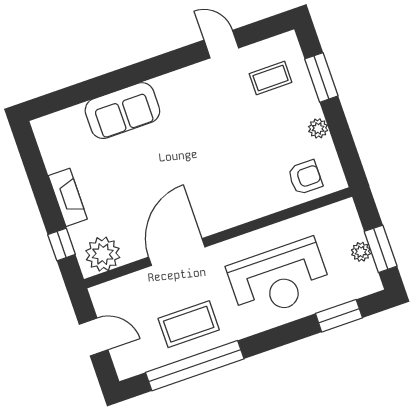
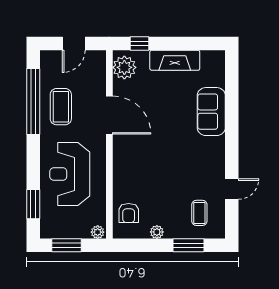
fireplace: (68, 197) -> (175, 60), width x1.37, depth x1.32
plant: (361, 252) -> (98, 232), moved

